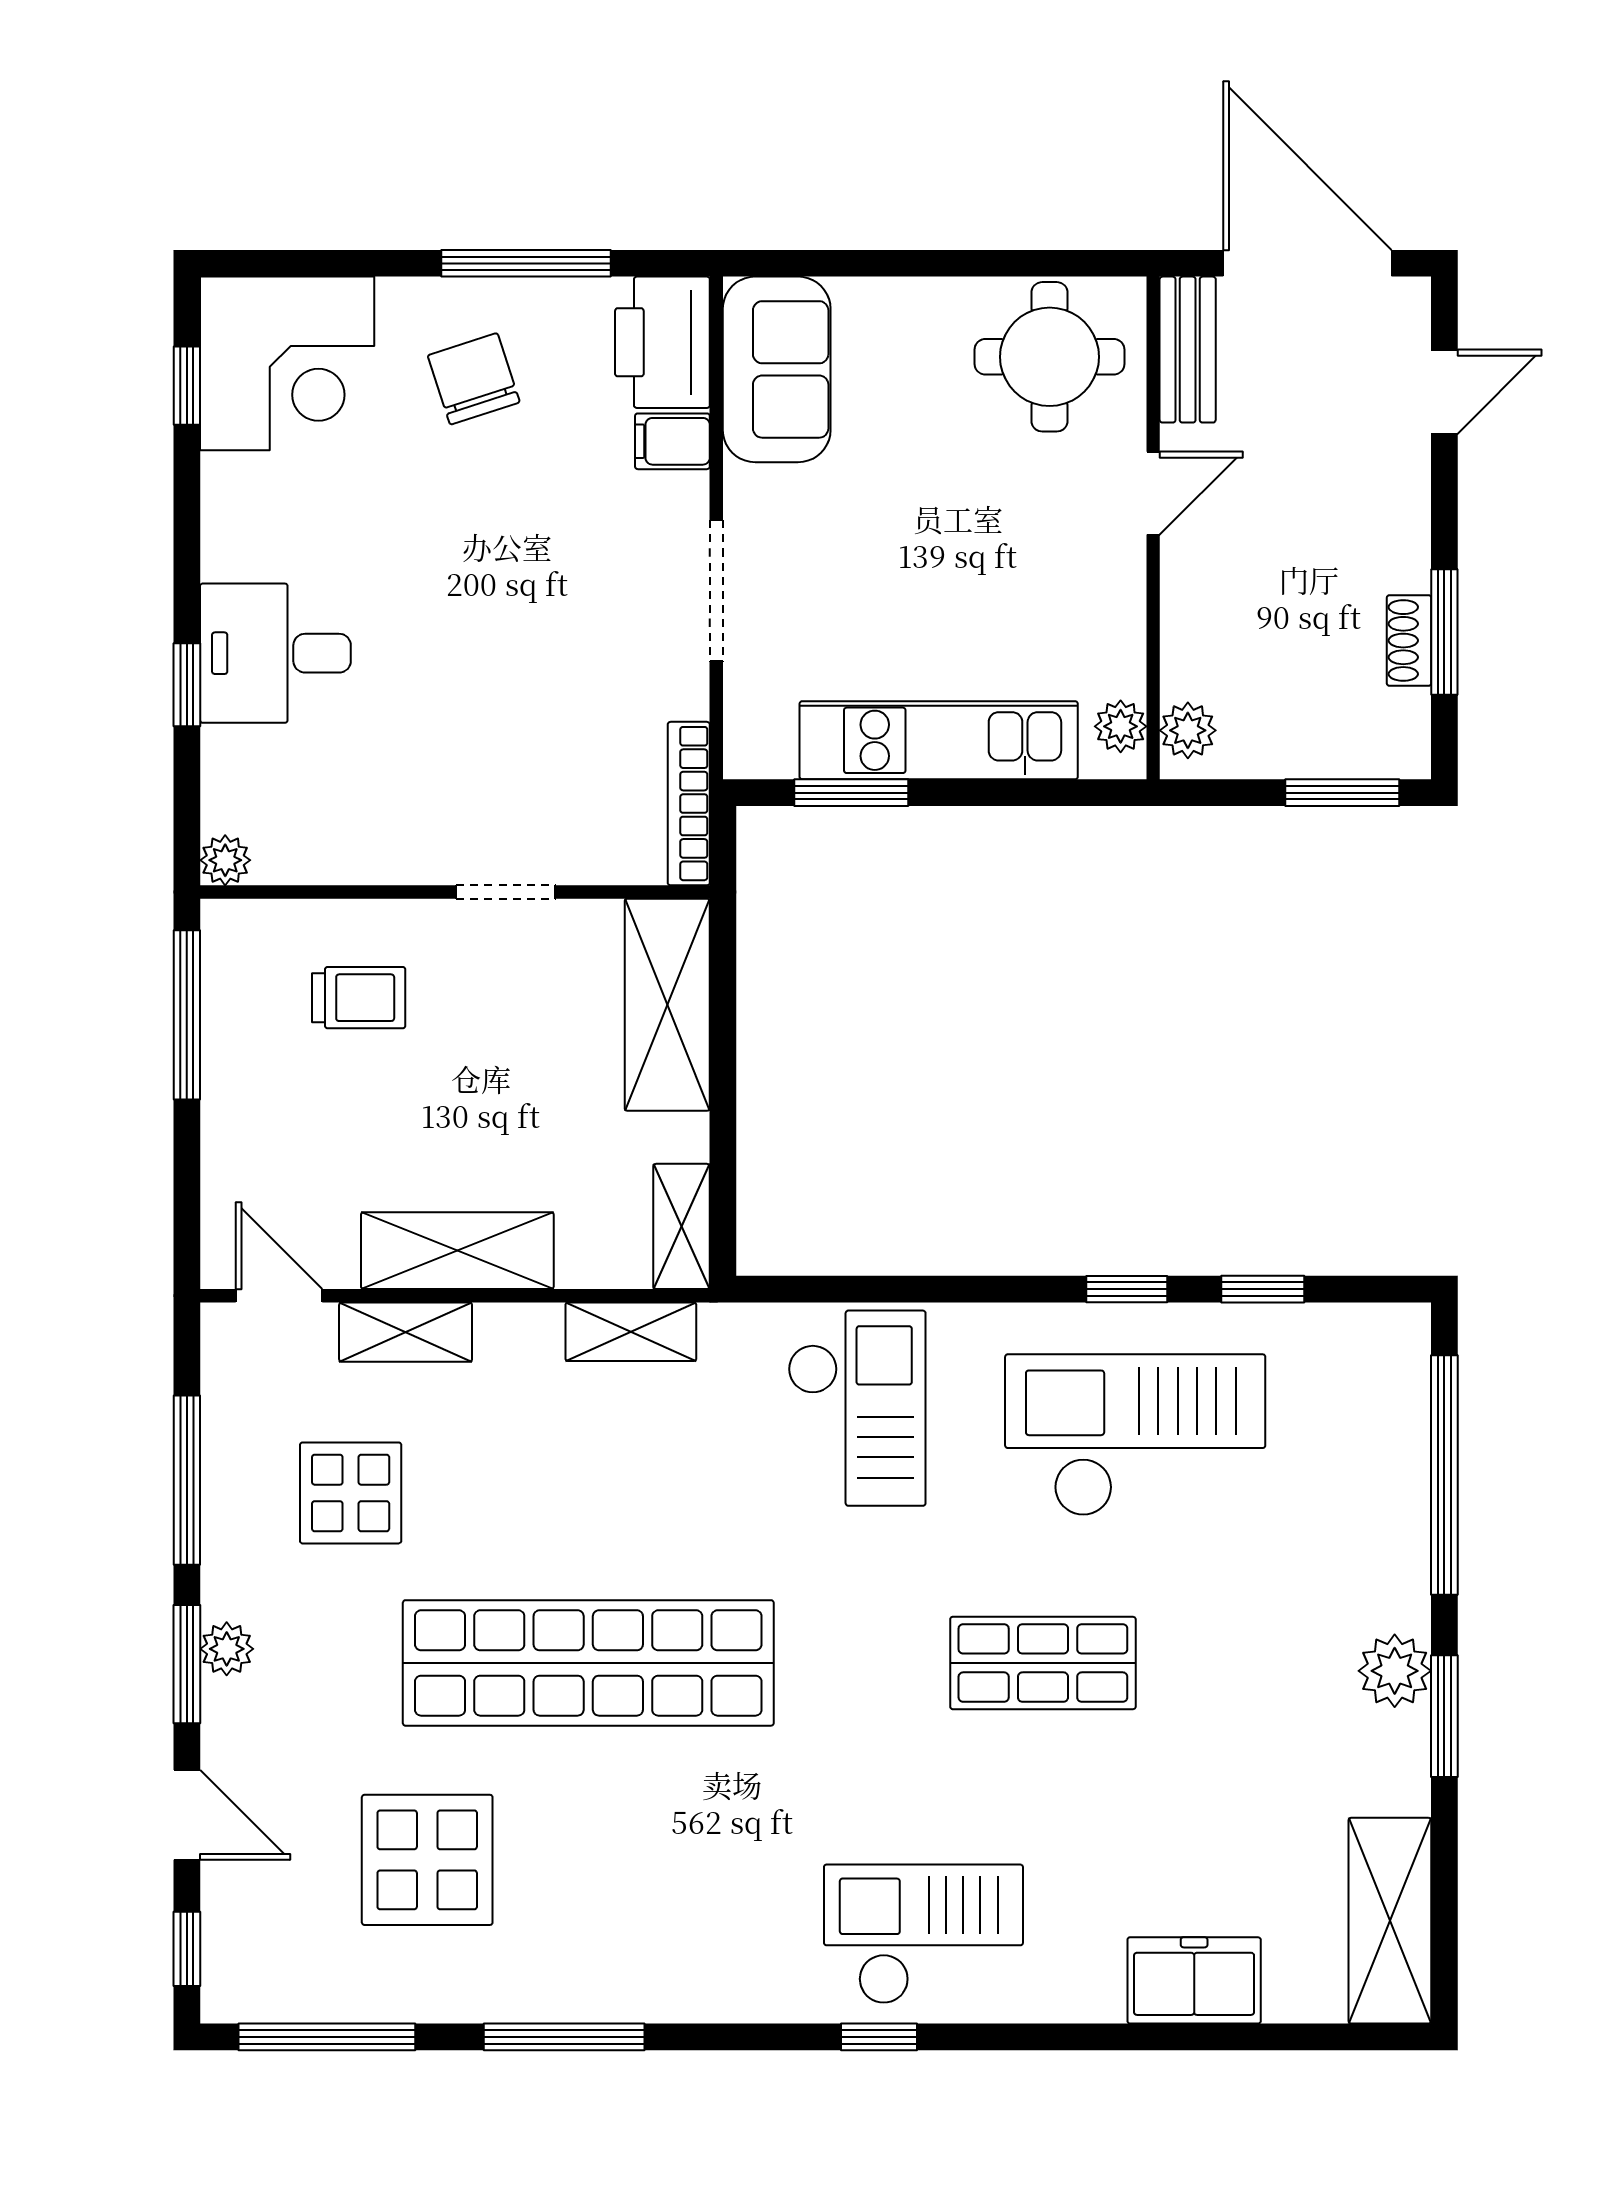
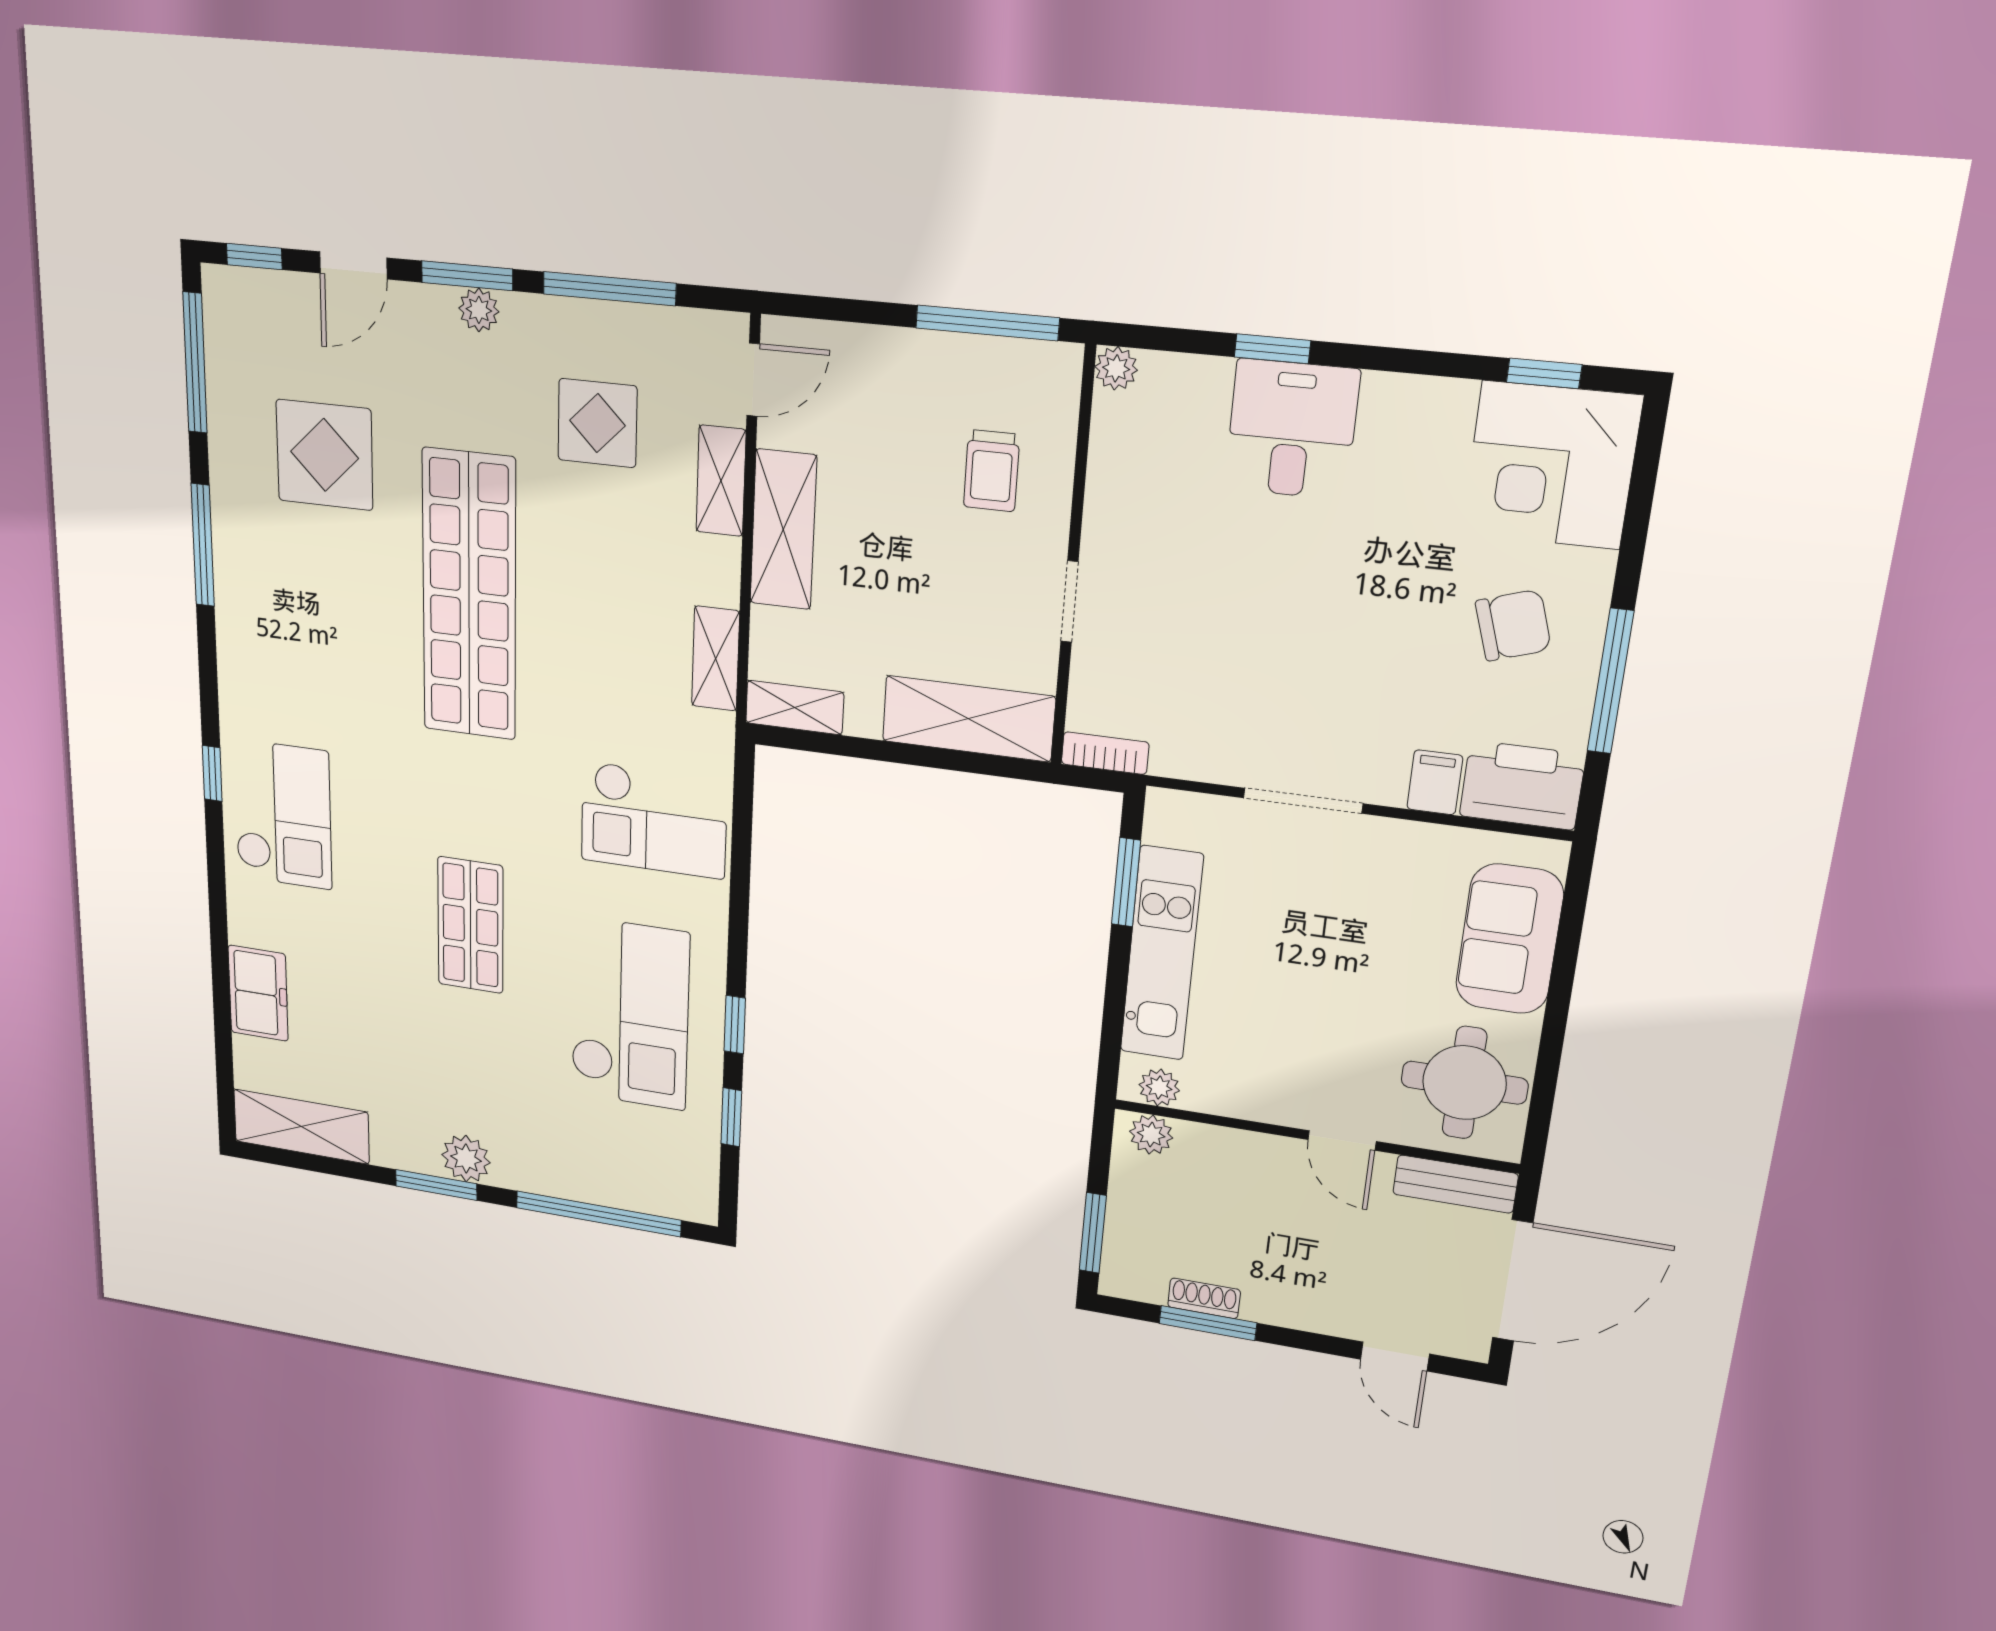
sofa: (777, 369) -> (1509, 939), moved, turned 90
bookcase: (689, 804) -> (1105, 753), width x0.64

